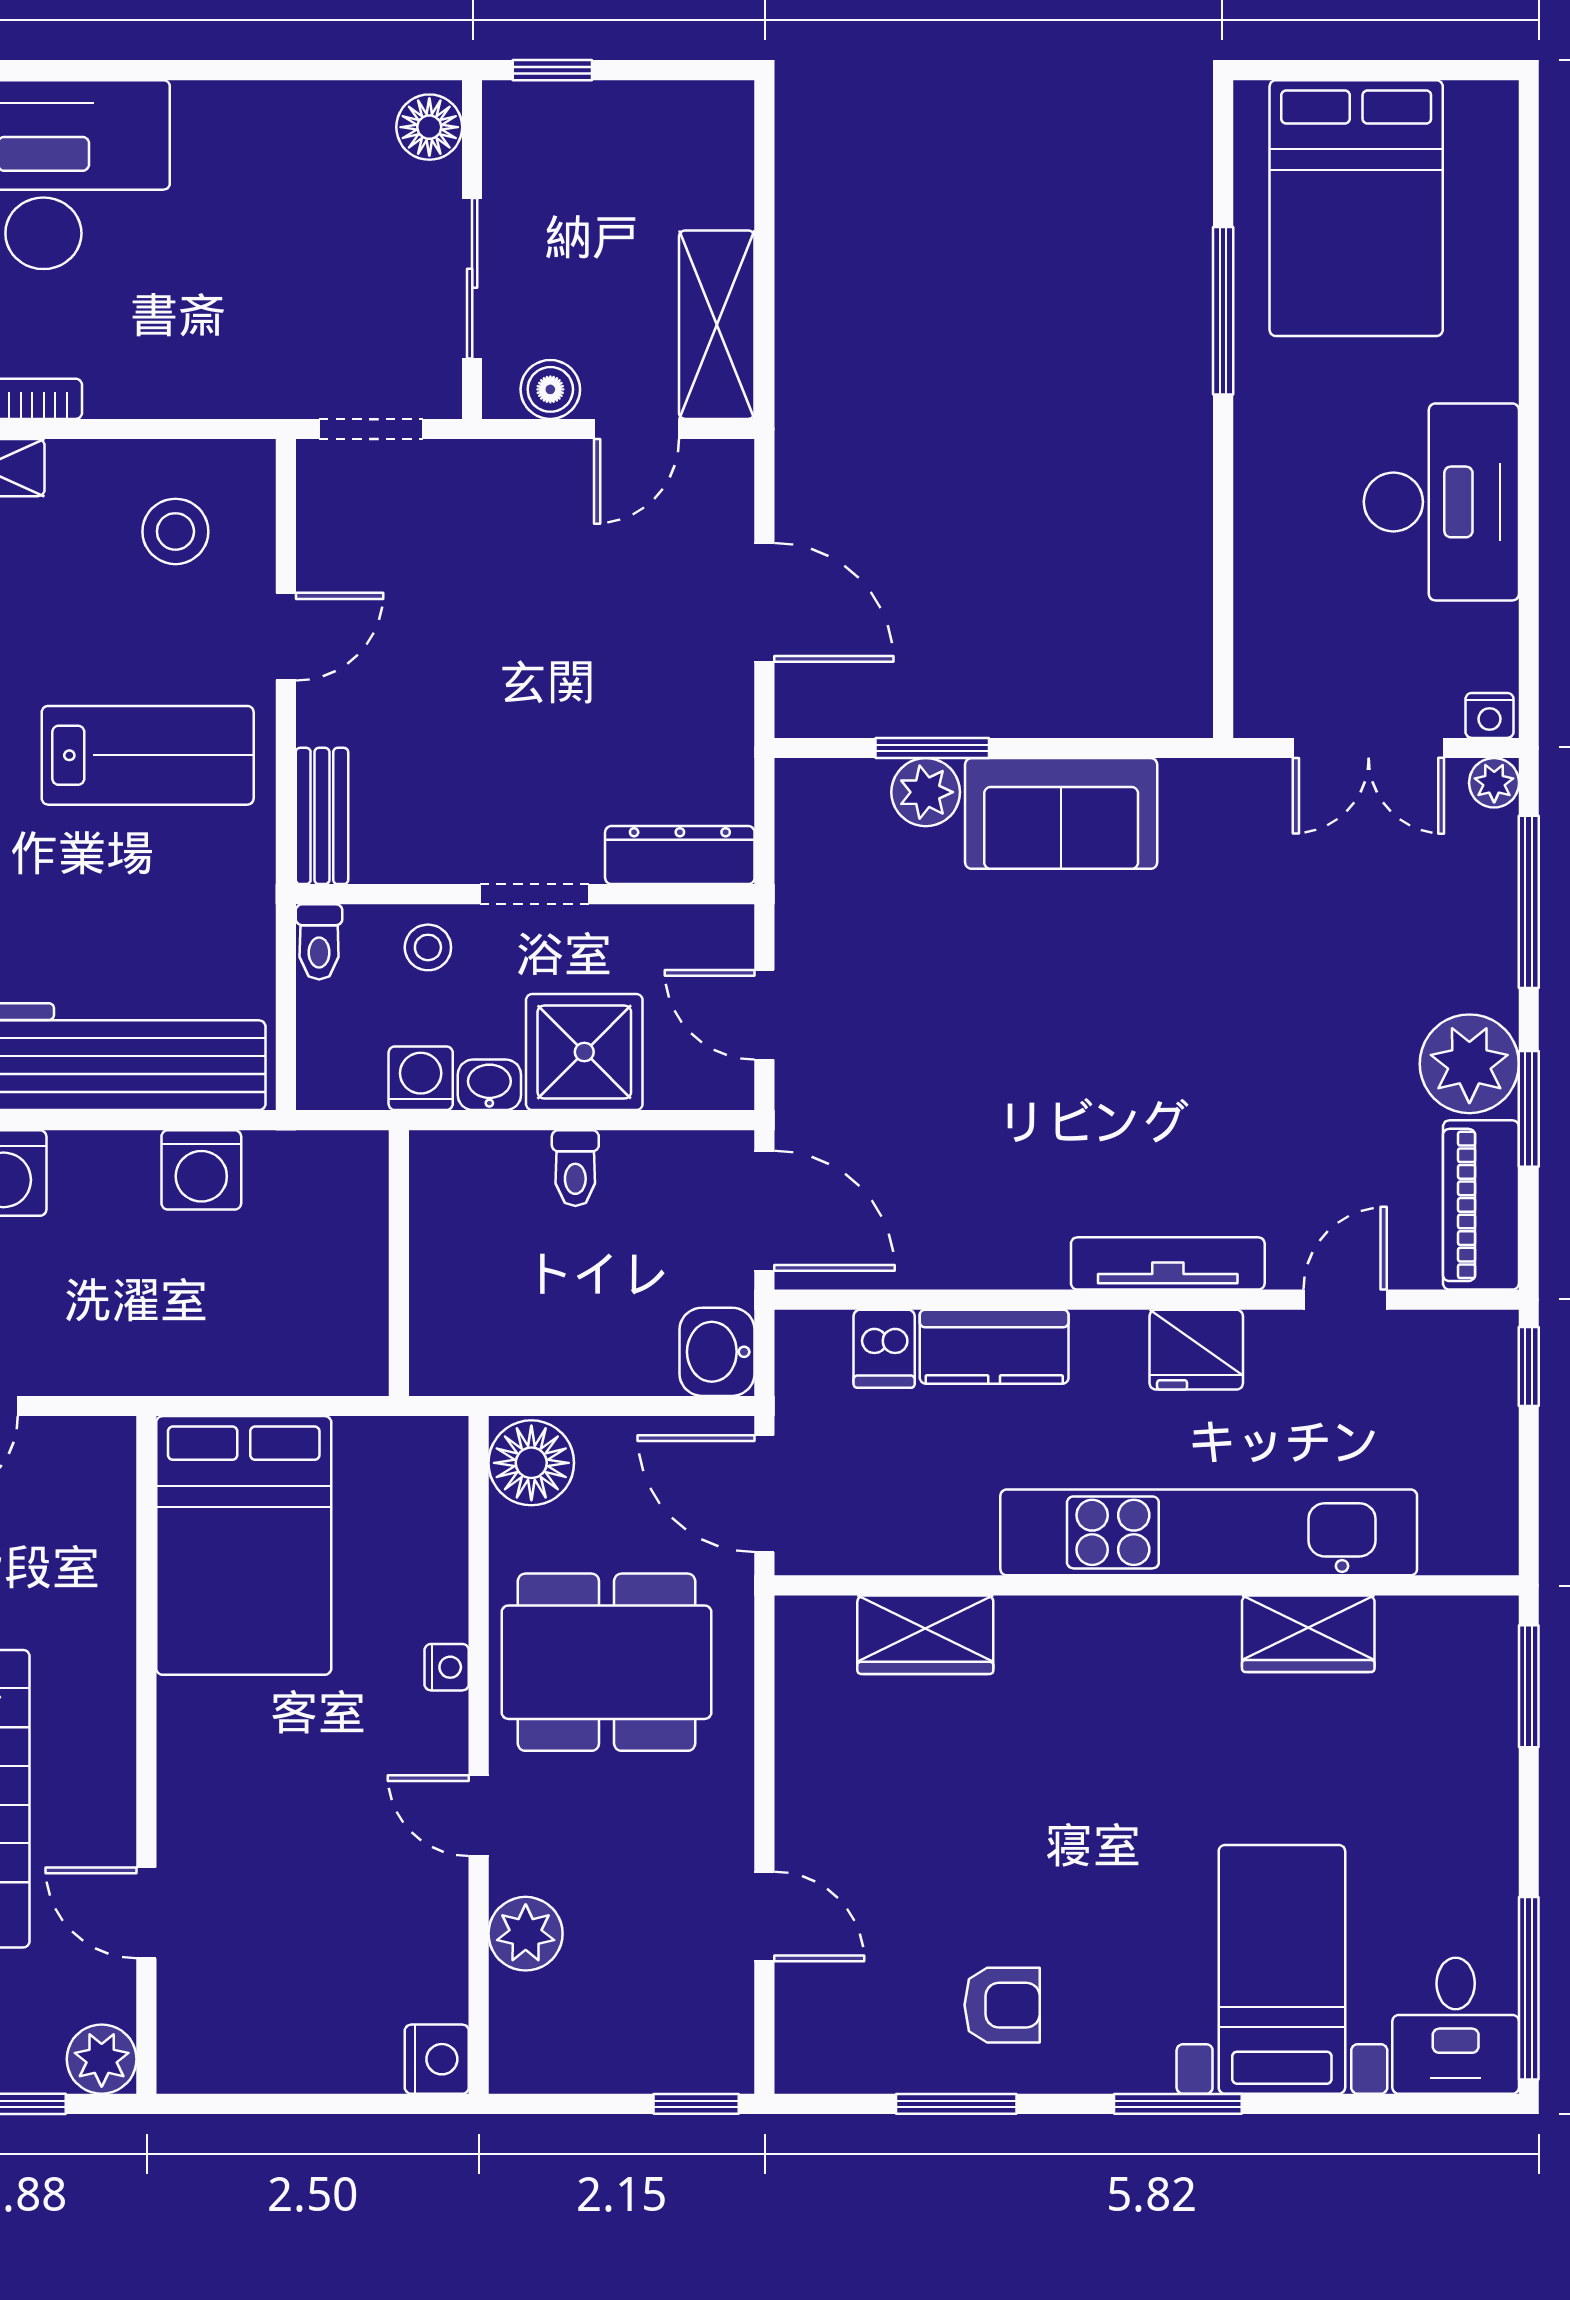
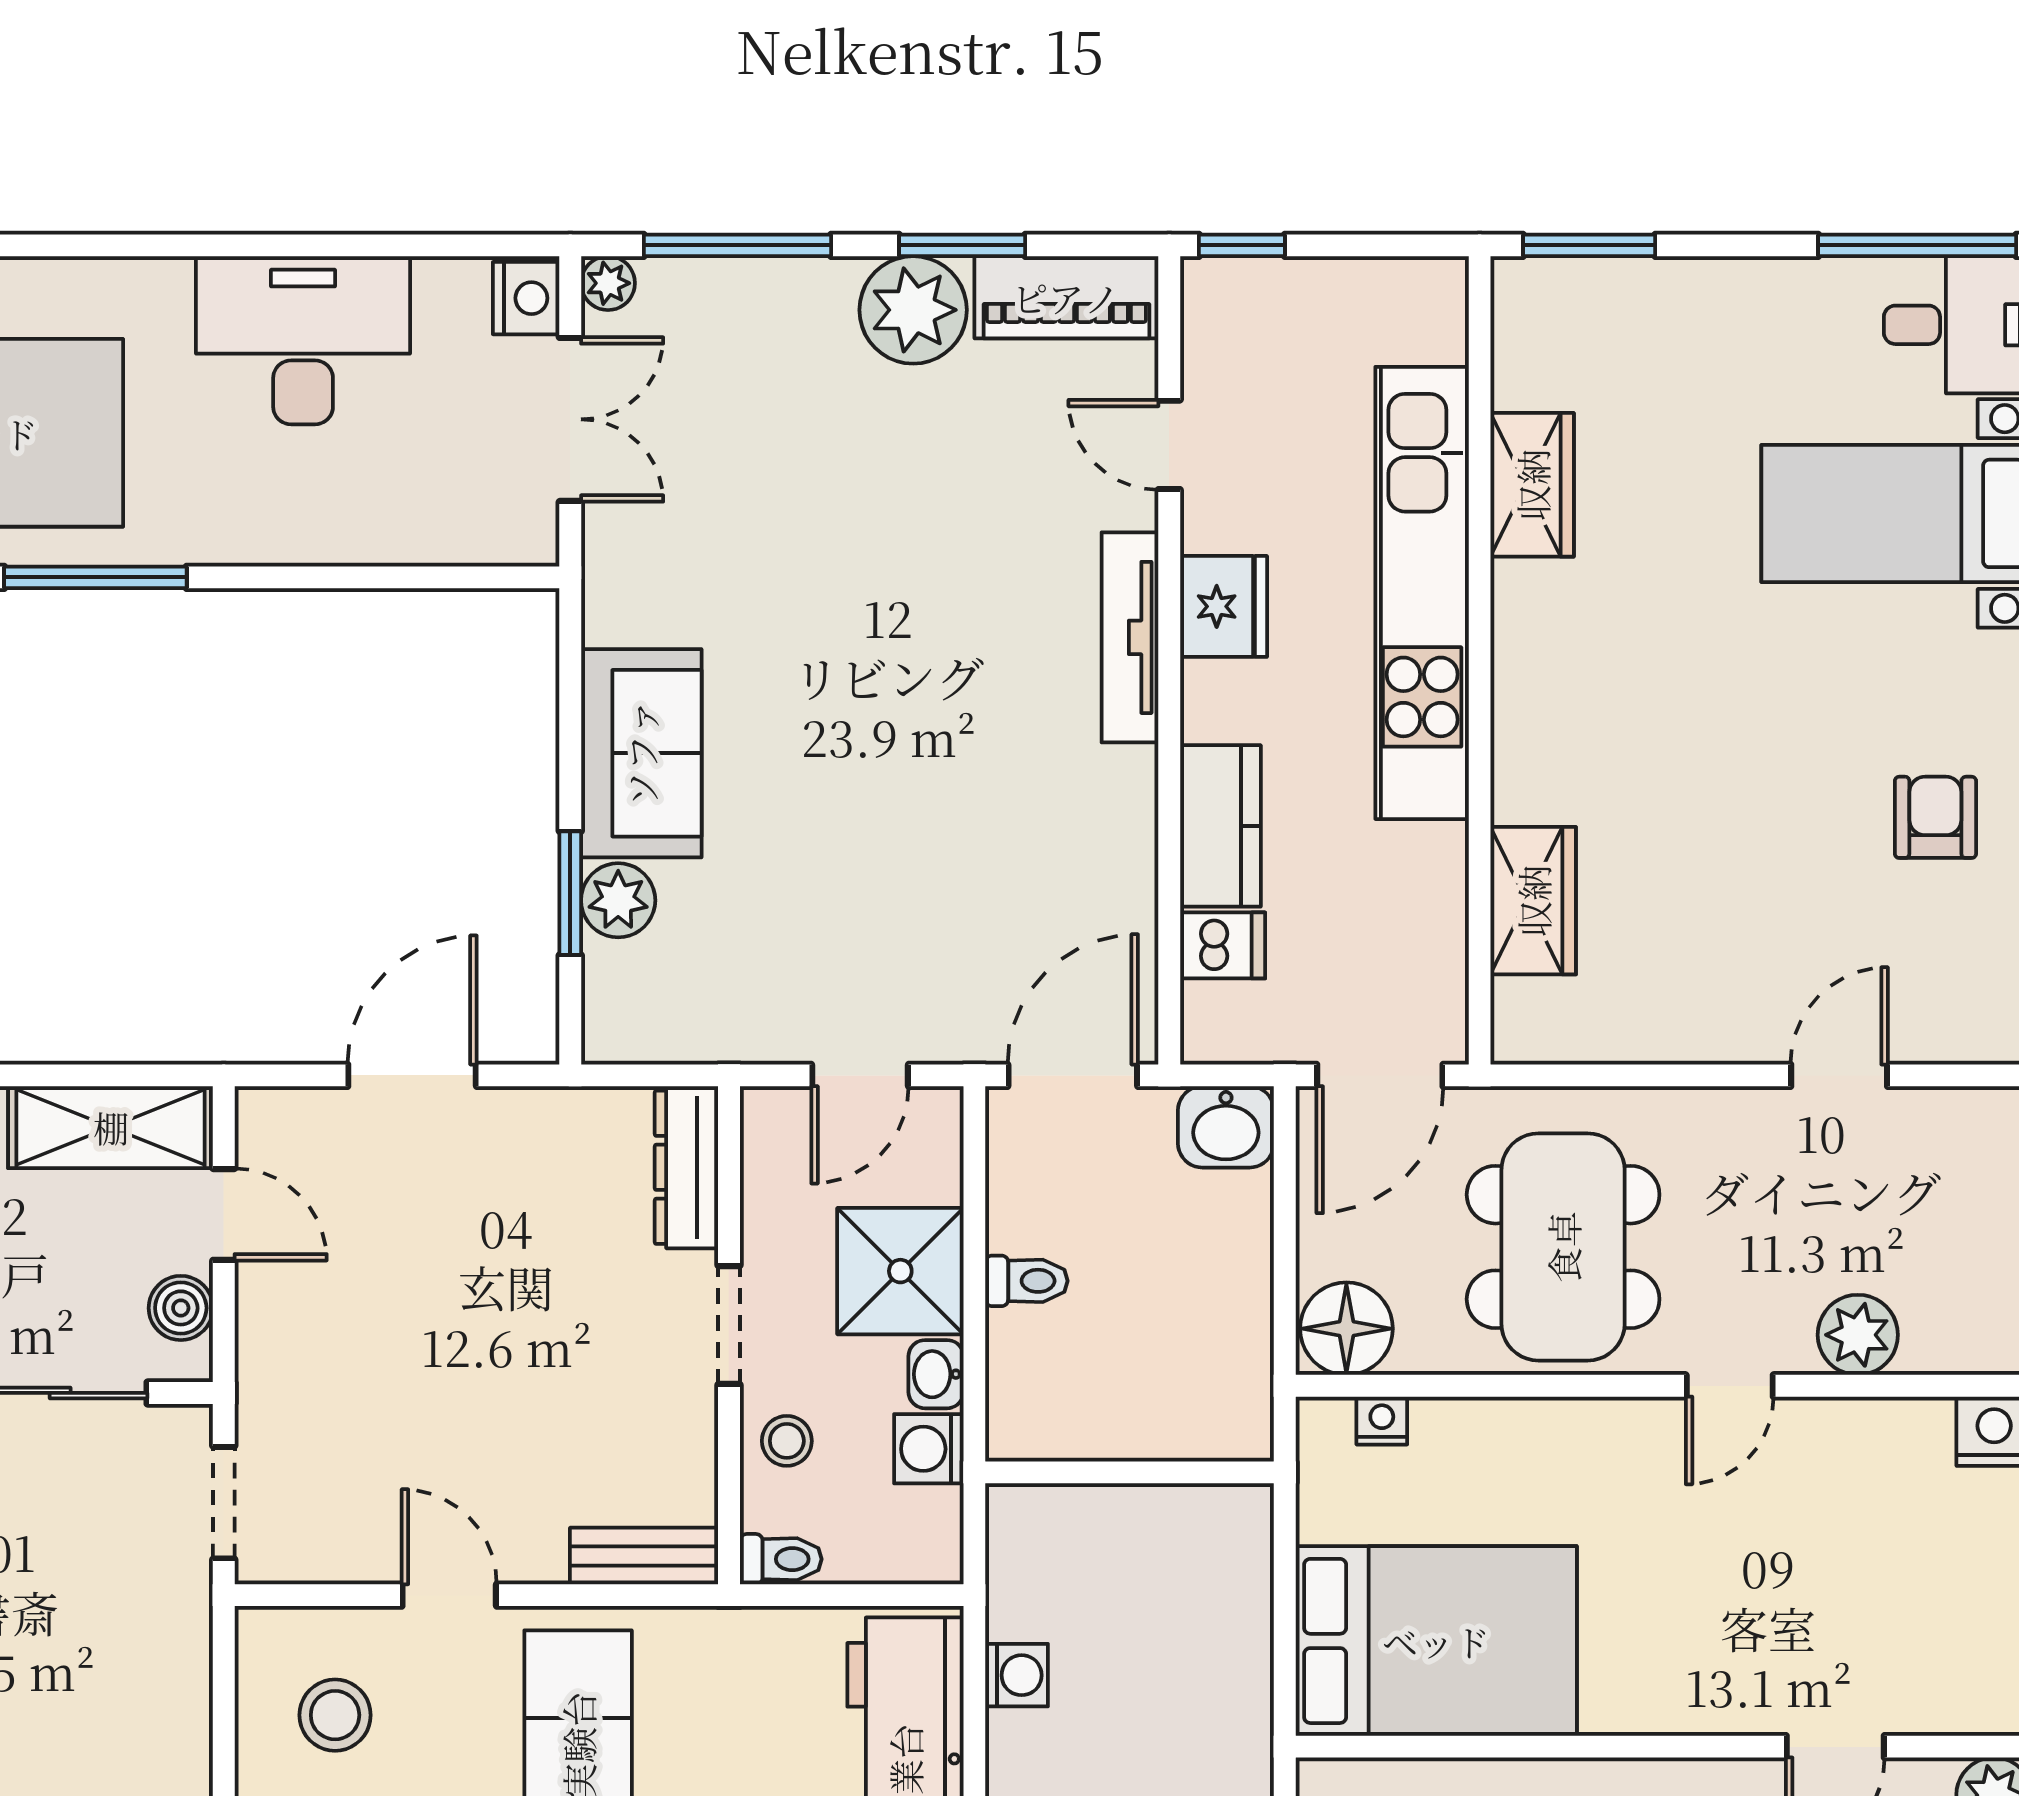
nightstand: (1490, 715) -> (526, 298), width x1.39, depth x1.35
washing machine: (201, 1170) -> (1017, 1675), width x0.73, depth x0.73
nightstand: (447, 1667) -> (1382, 1421), moved

